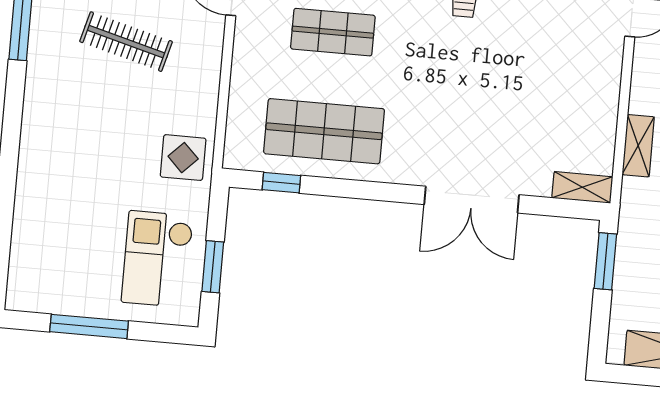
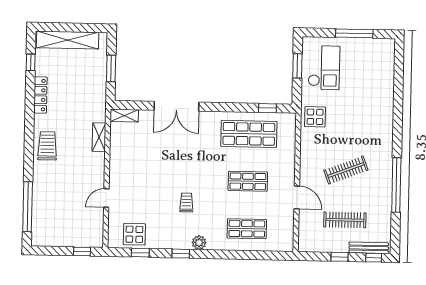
clothes rail: (126, 42) -> (346, 170), turned -36
double door: (472, 200) -> (176, 106), swing flipped
window: (605, 261) -> (111, 68), moved

